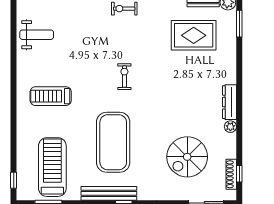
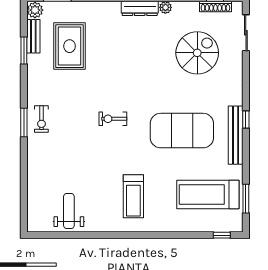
spiral stairs: (187, 157) -> (197, 53), turned -90

